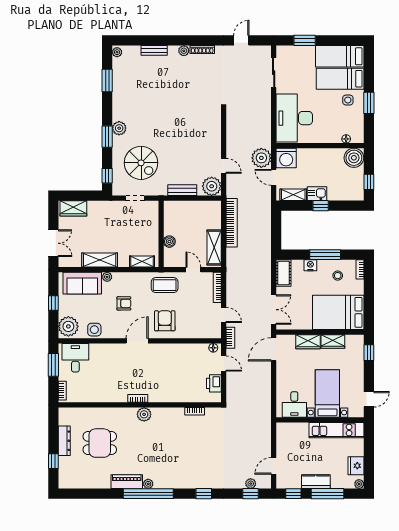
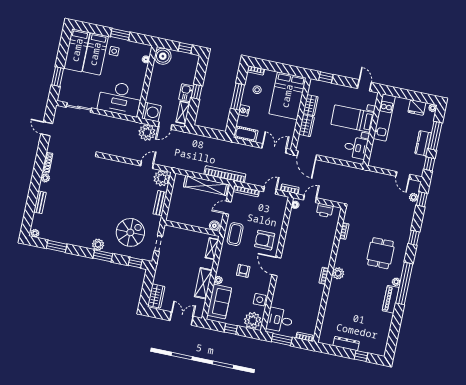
bookcase: (232, 223) -> (225, 174), moved
boiler: (169, 242) -> (214, 226), moved
shelving: (214, 247) -> (206, 185), width x1.47
dining table: (100, 443) -> (381, 253), moved

